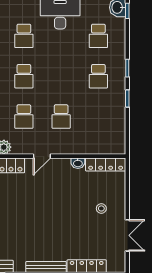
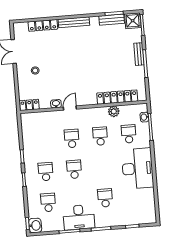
school desk: (24, 76) -> (74, 169), moved
door: (42, 156) -> (70, 108), moved
locker: (106, 164) -> (29, 105), width x0.66

